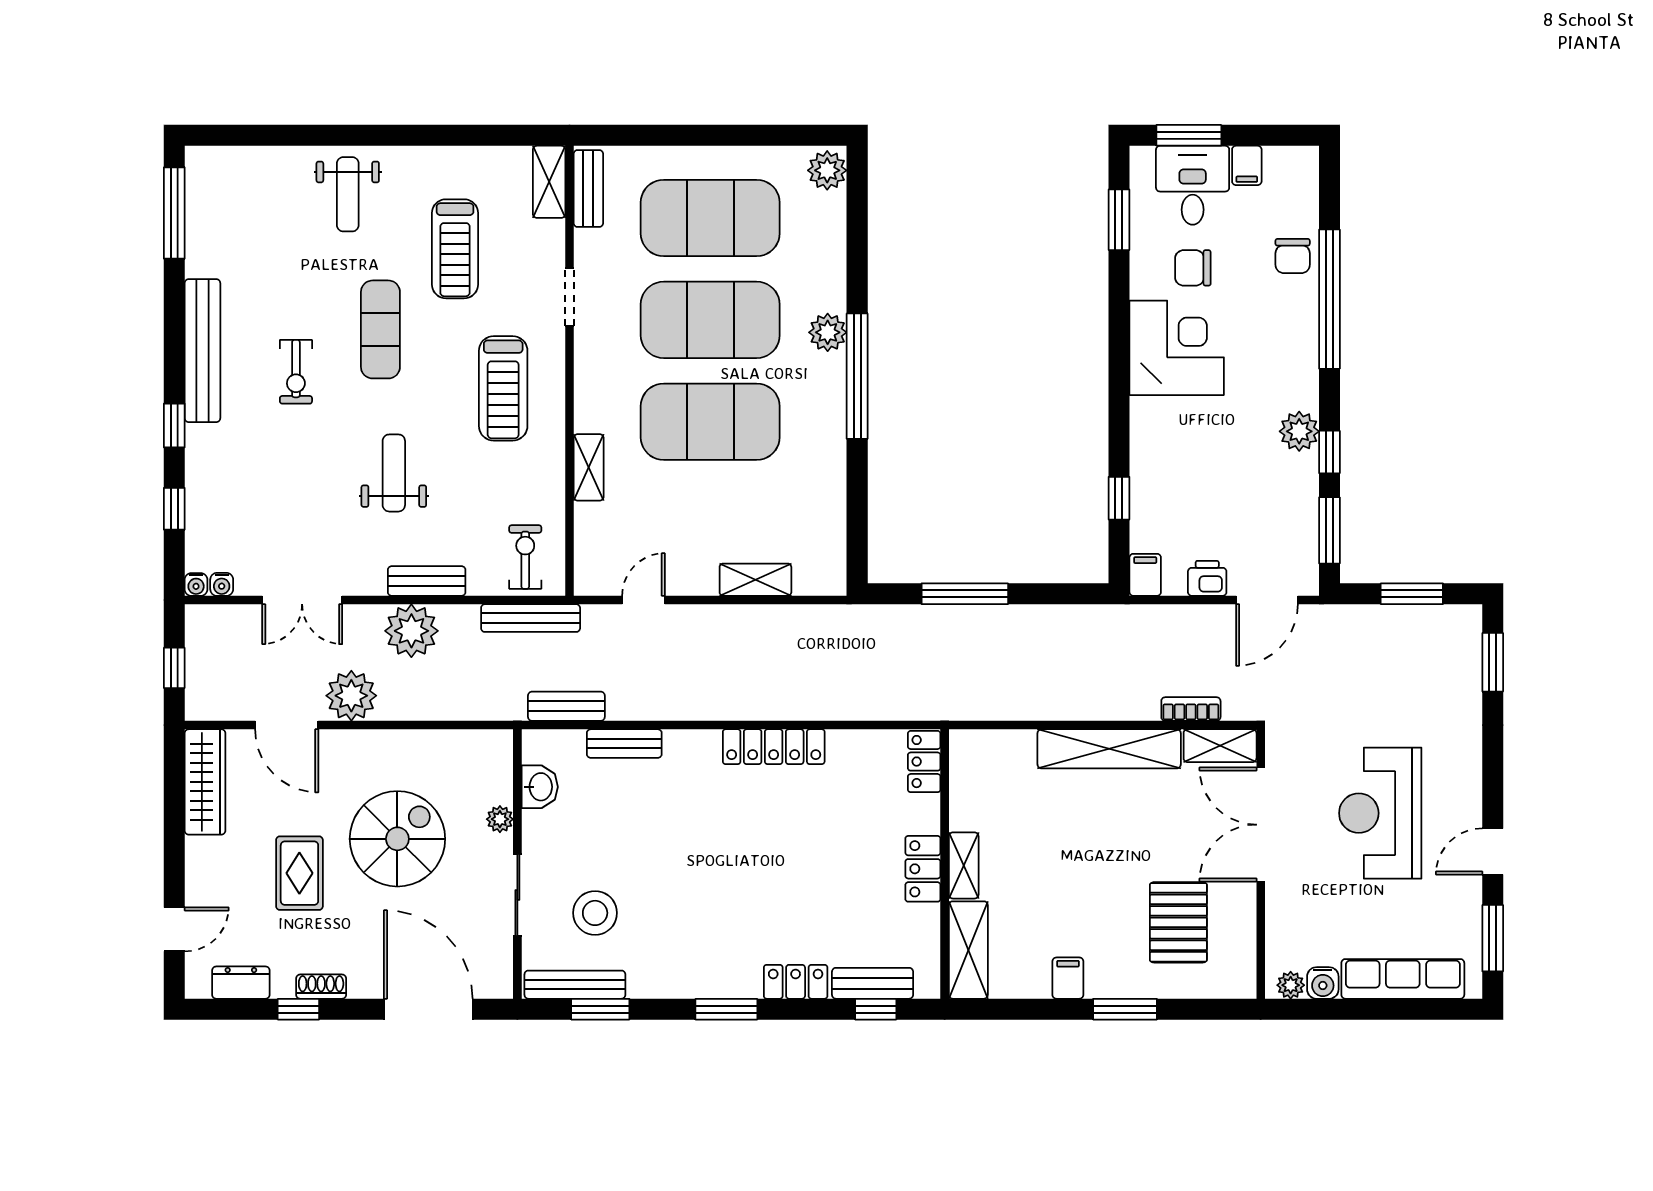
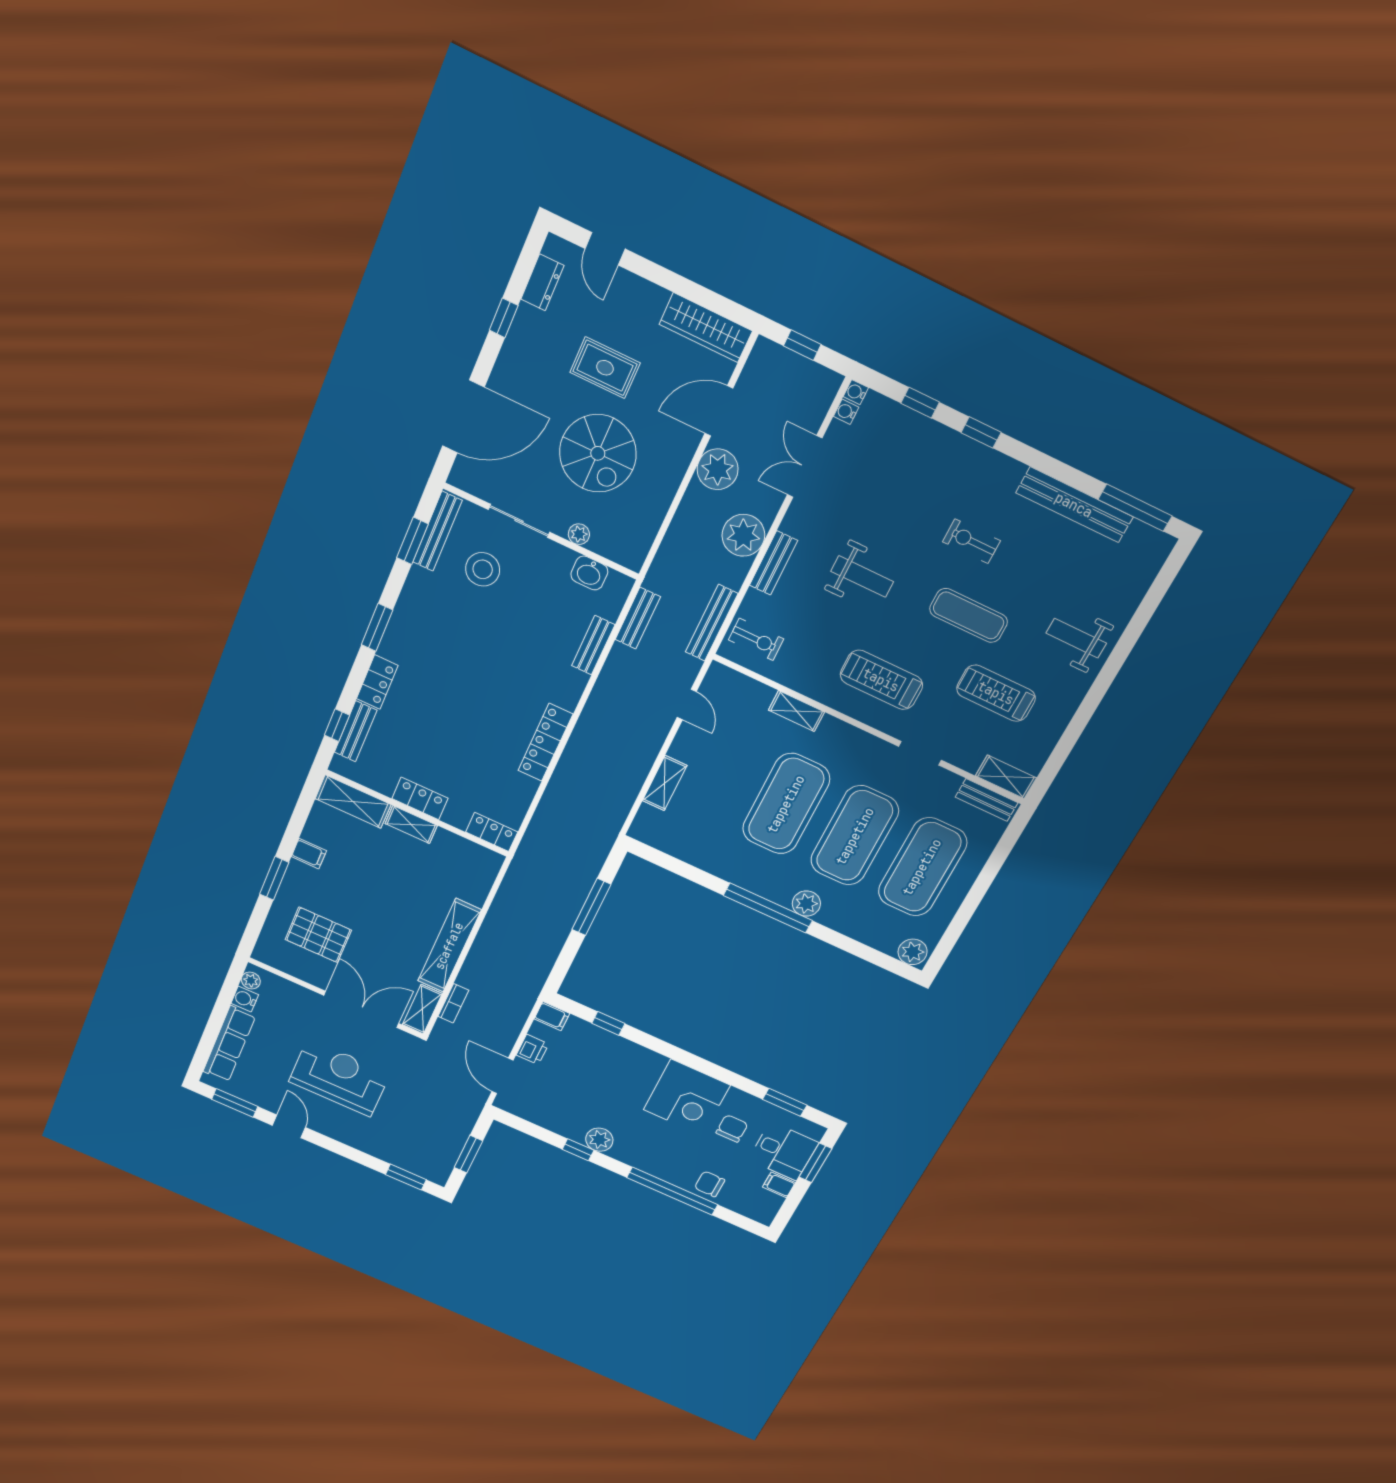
bench: (202, 351) -> (1074, 505), moved
window: (1329, 530) -> (529, 1128), removed
shoe rack: (321, 987) -> (513, 344), removed

